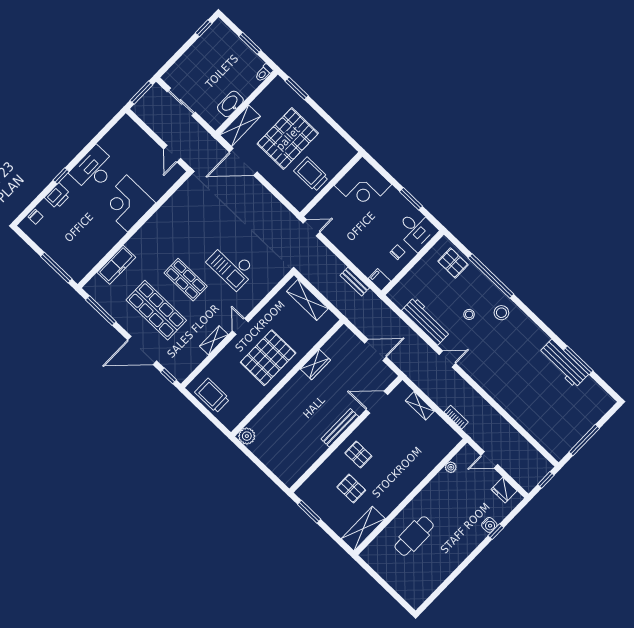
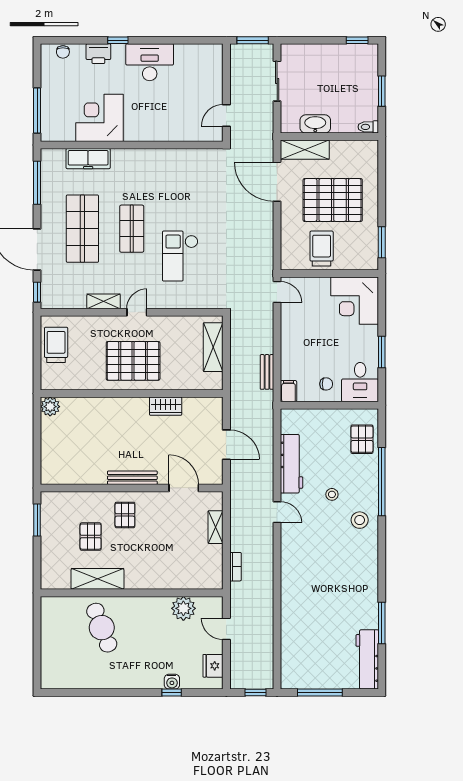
window: (297, 88) -> (382, 242), moved
corner desk: (127, 203) -> (99, 118), moved
workbench: (563, 363) -> (367, 659), moved
plant: (451, 467) -> (183, 608), width x1.88, depth x1.88
shelving: (363, 529) -> (97, 579), moved
cafe table: (414, 536) -> (102, 628), turned 69

